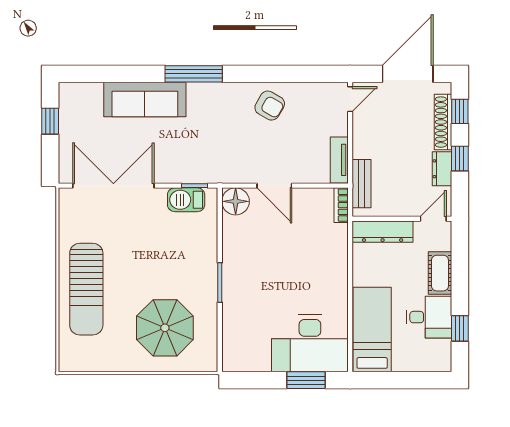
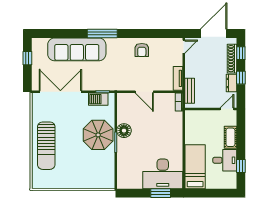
sofa: (145, 100) -> (77, 49), width x1.36, depth x1.27
armchair: (270, 106) -> (142, 50), turned 60
floor lamp: (236, 201) -> (124, 131), moved
dresser: (383, 232) -> (201, 116), removed
parasol: (165, 328) -> (98, 135), moved

